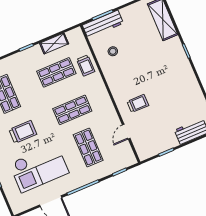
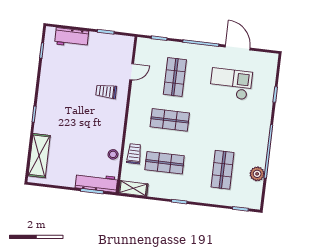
shelving: (54, 43) -> (133, 188), moved
stool: (113, 51) -> (113, 154), moved
trolley: (23, 132) -> (227, 126), removed
checkout: (39, 168) -> (231, 84), width x0.73, depth x0.83

